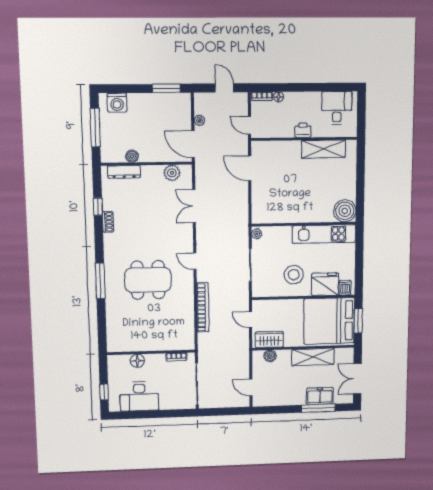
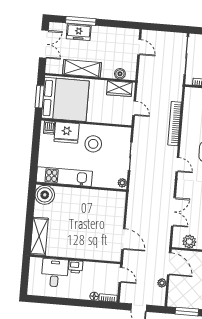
desk: (337, 108) -> (55, 273), moved, turned 180
shelving: (324, 149) -> (39, 236), moved, turned 90

